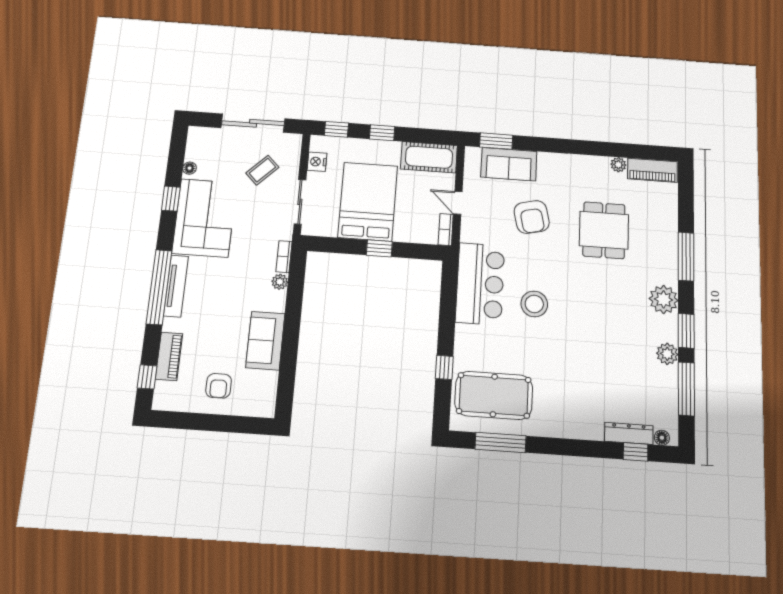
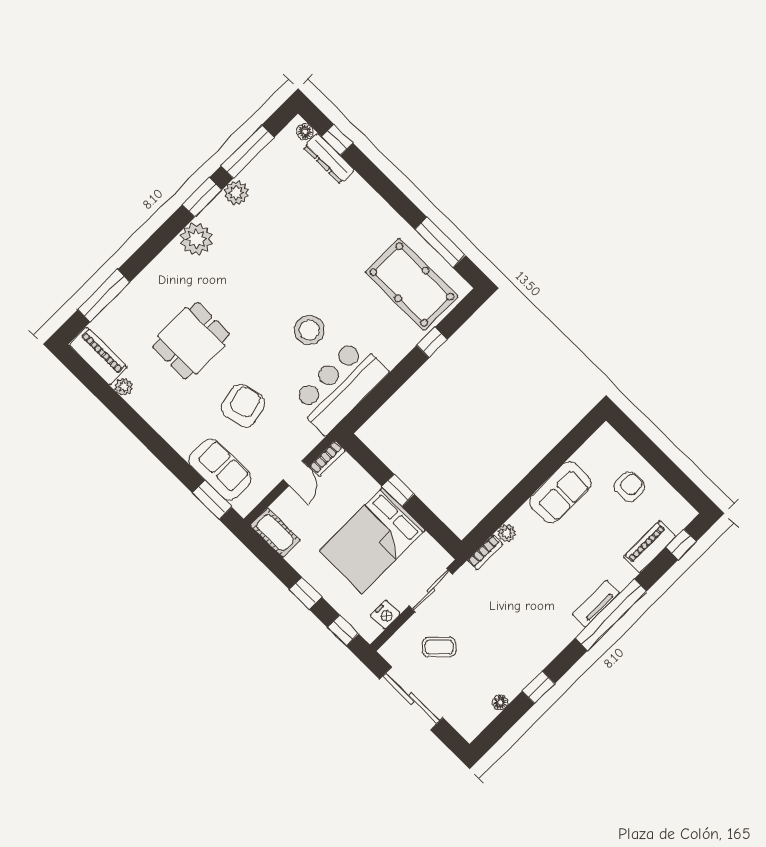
cot: (429, 157) -> (275, 533), width x0.73, depth x0.75
corner sofa: (204, 218) -> (524, 645), removed
window: (686, 257) -> (104, 296), moved
tv unit: (176, 286) -> (596, 604), width x0.71

